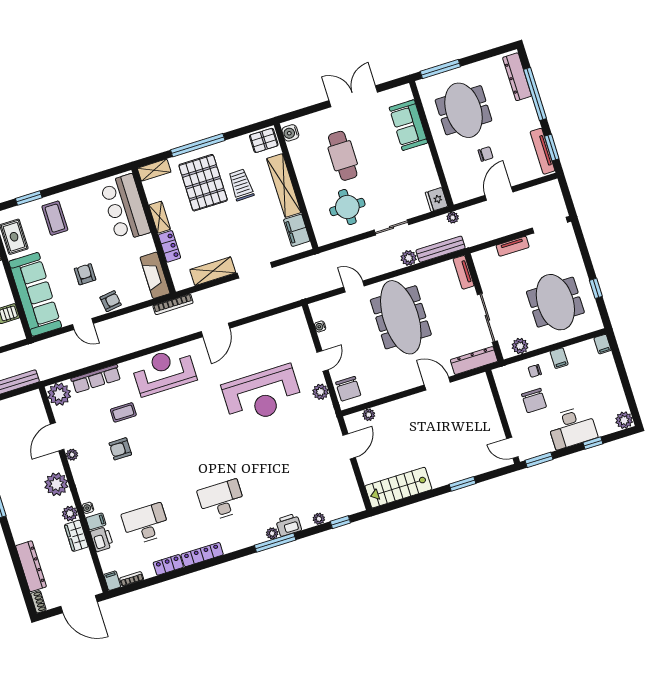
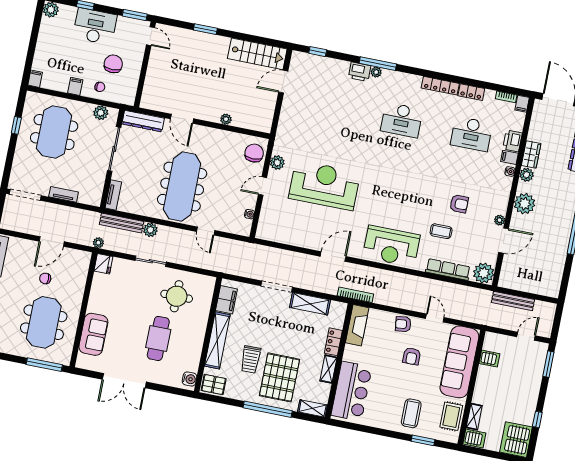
plant: (369, 415) -> (226, 119), moved
door: (349, 446) -> (283, 82), moved
plant: (319, 519) -> (333, 64), removed

